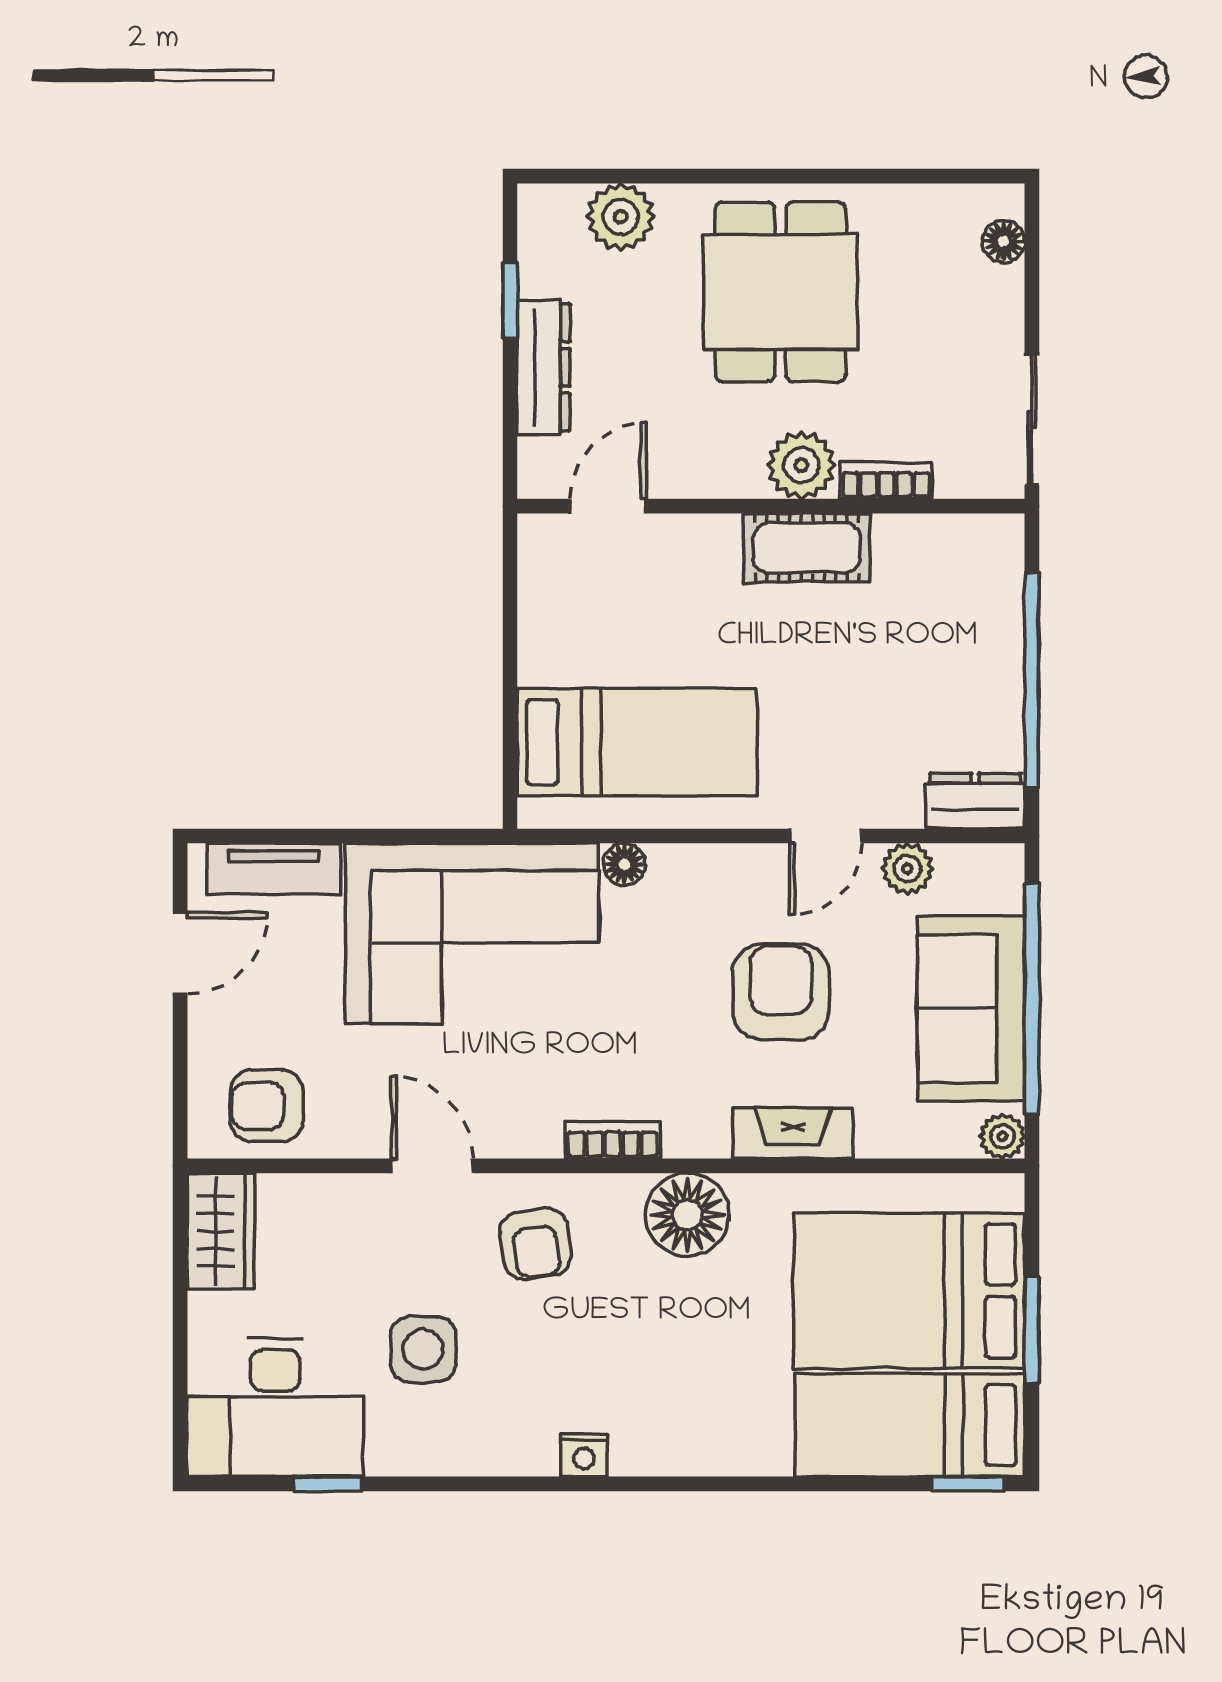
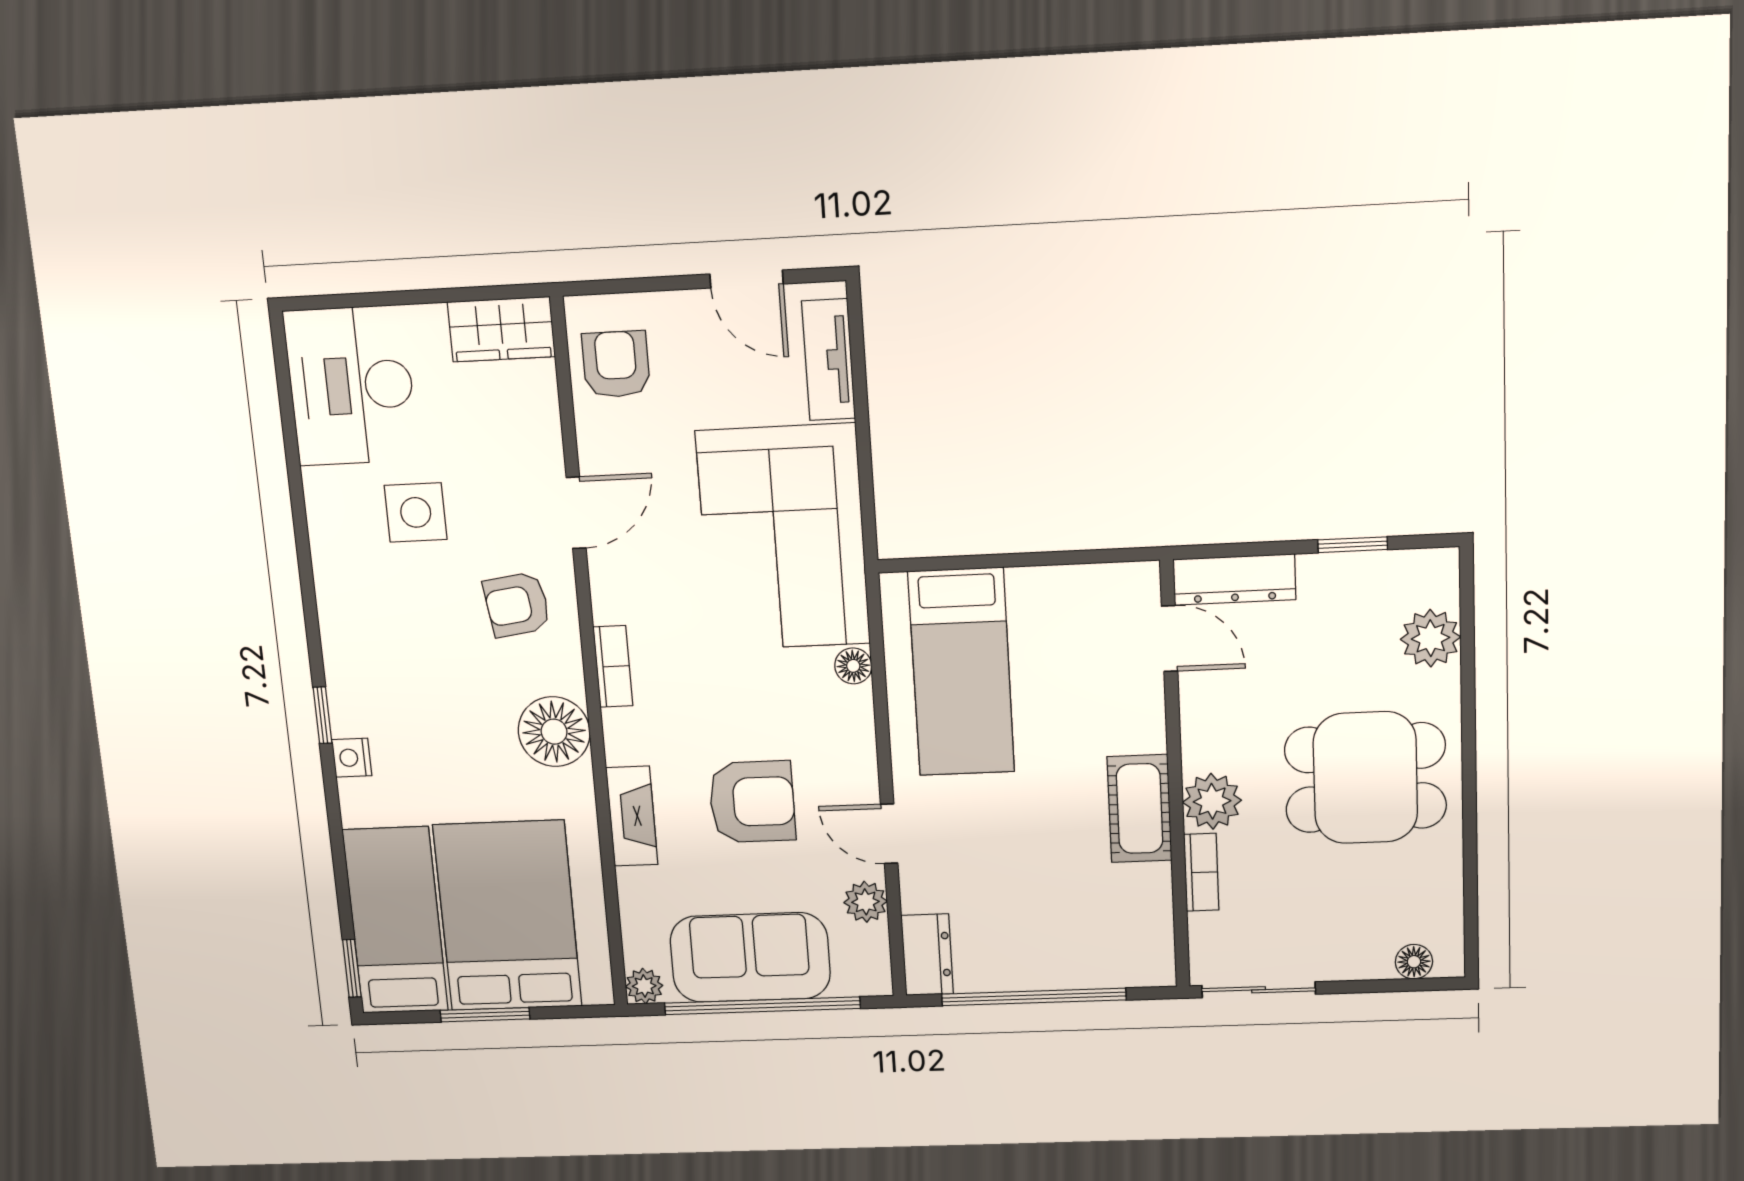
dresser: (544, 368) -> (1234, 579), moved
nightstand: (584, 1455) -> (352, 758), moved
window: (328, 1484) -> (322, 715), moved

